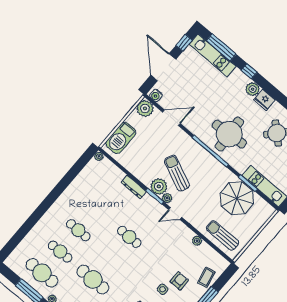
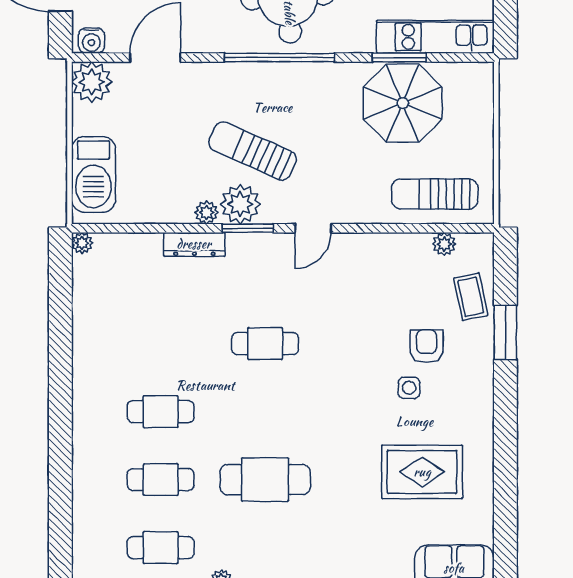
plant: (167, 198) -> (207, 213), moved
plant: (197, 241) -> (444, 244), moved
cafe table: (42, 273) -> (161, 548), width x0.73, depth x0.74

